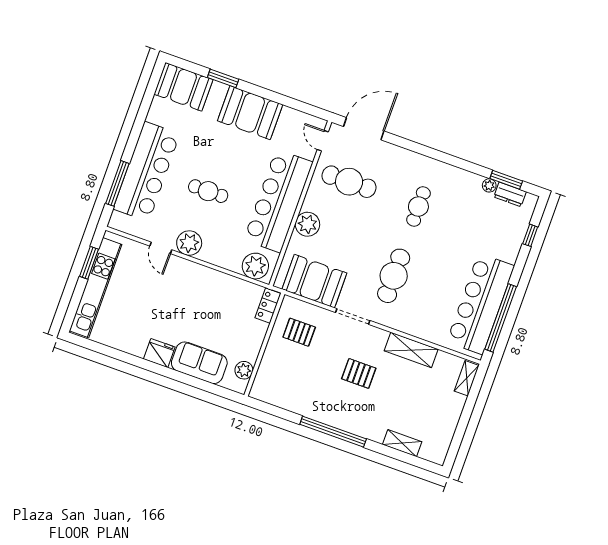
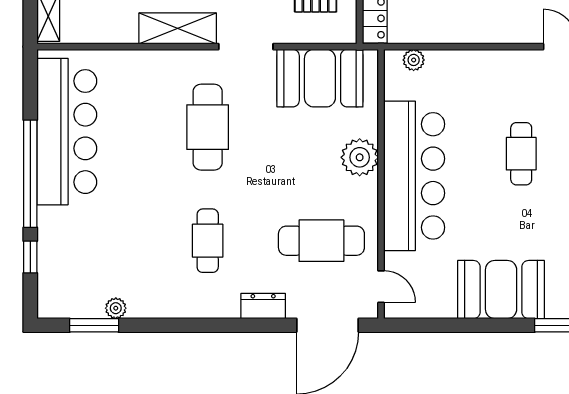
cafe table: (208, 191) -> (521, 154), turned 90
dresser: (510, 194) -> (263, 306), moved
plant: (189, 243) -> (522, 68), removed
plant: (255, 266) -> (414, 60), width x0.53, depth x0.53
window: (501, 318) -> (30, 174), moved
shelving: (411, 350) -> (178, 28), moved

